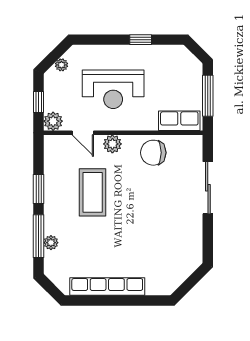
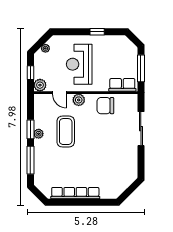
reception desk: (113, 89) -> (79, 64), turned 90
plant: (51, 243) -> (39, 134), moved

